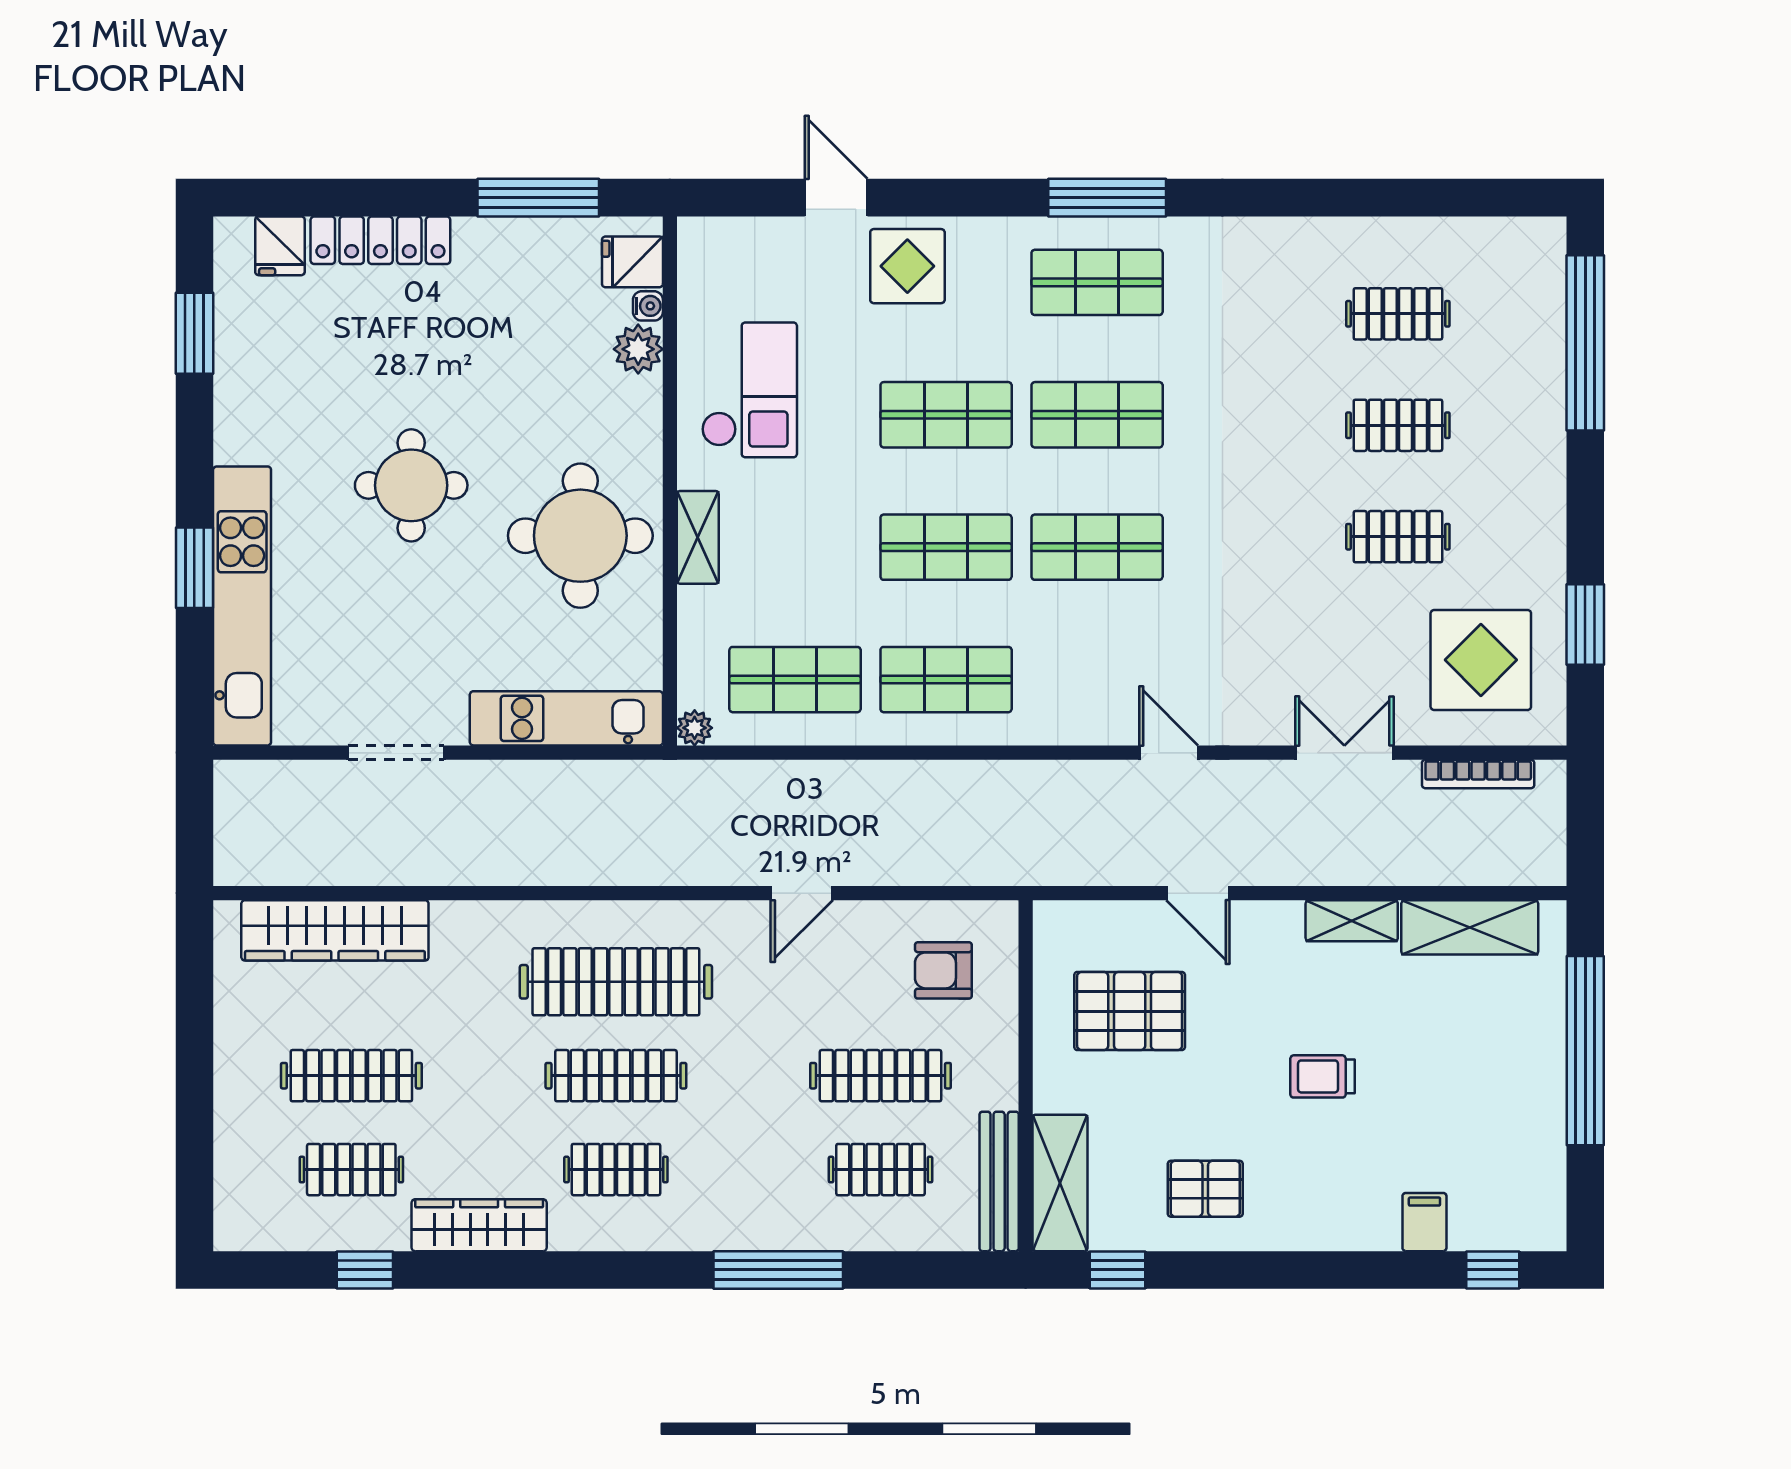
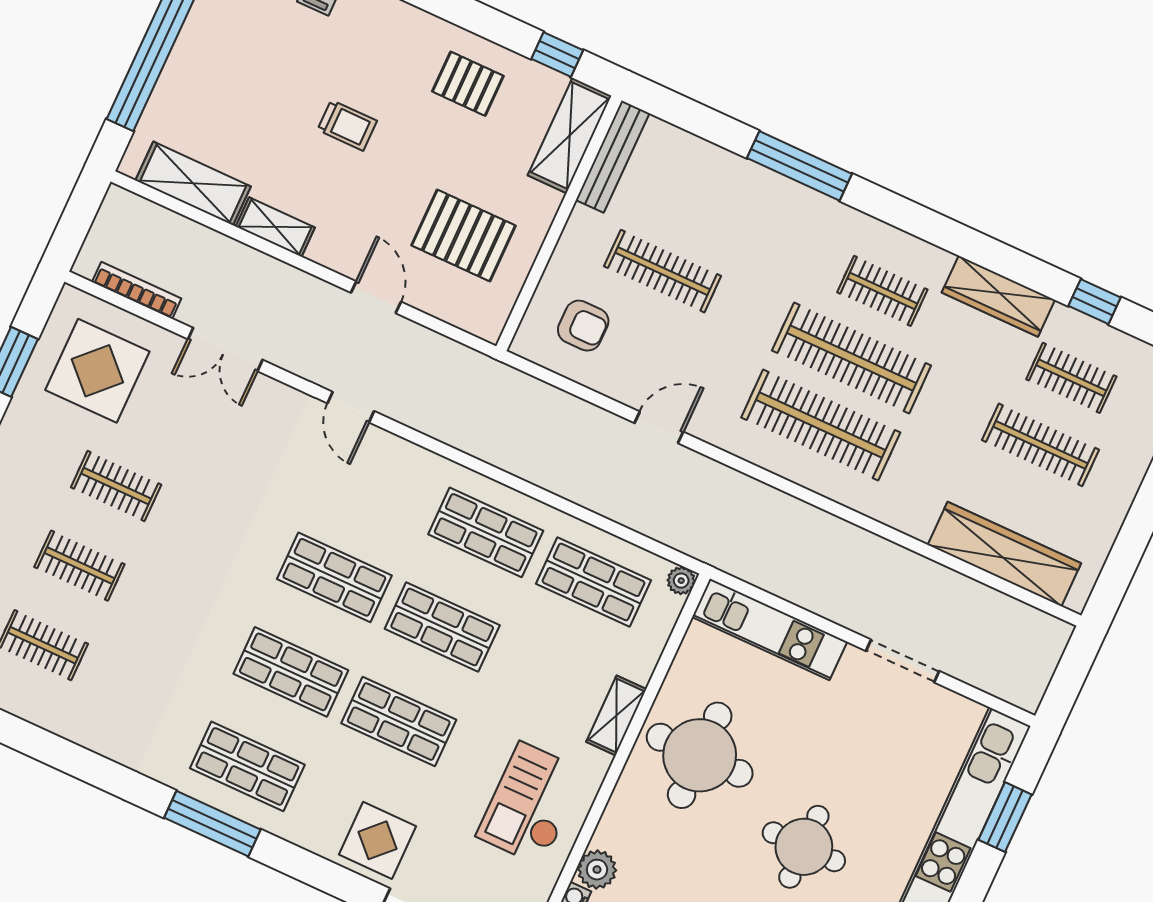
window: (194, 568) -> (1005, 817), moved
clothes rail: (616, 1076) -> (852, 358), width x1.37, depth x1.31
clothes rail: (881, 1170) -> (693, 204), removed

